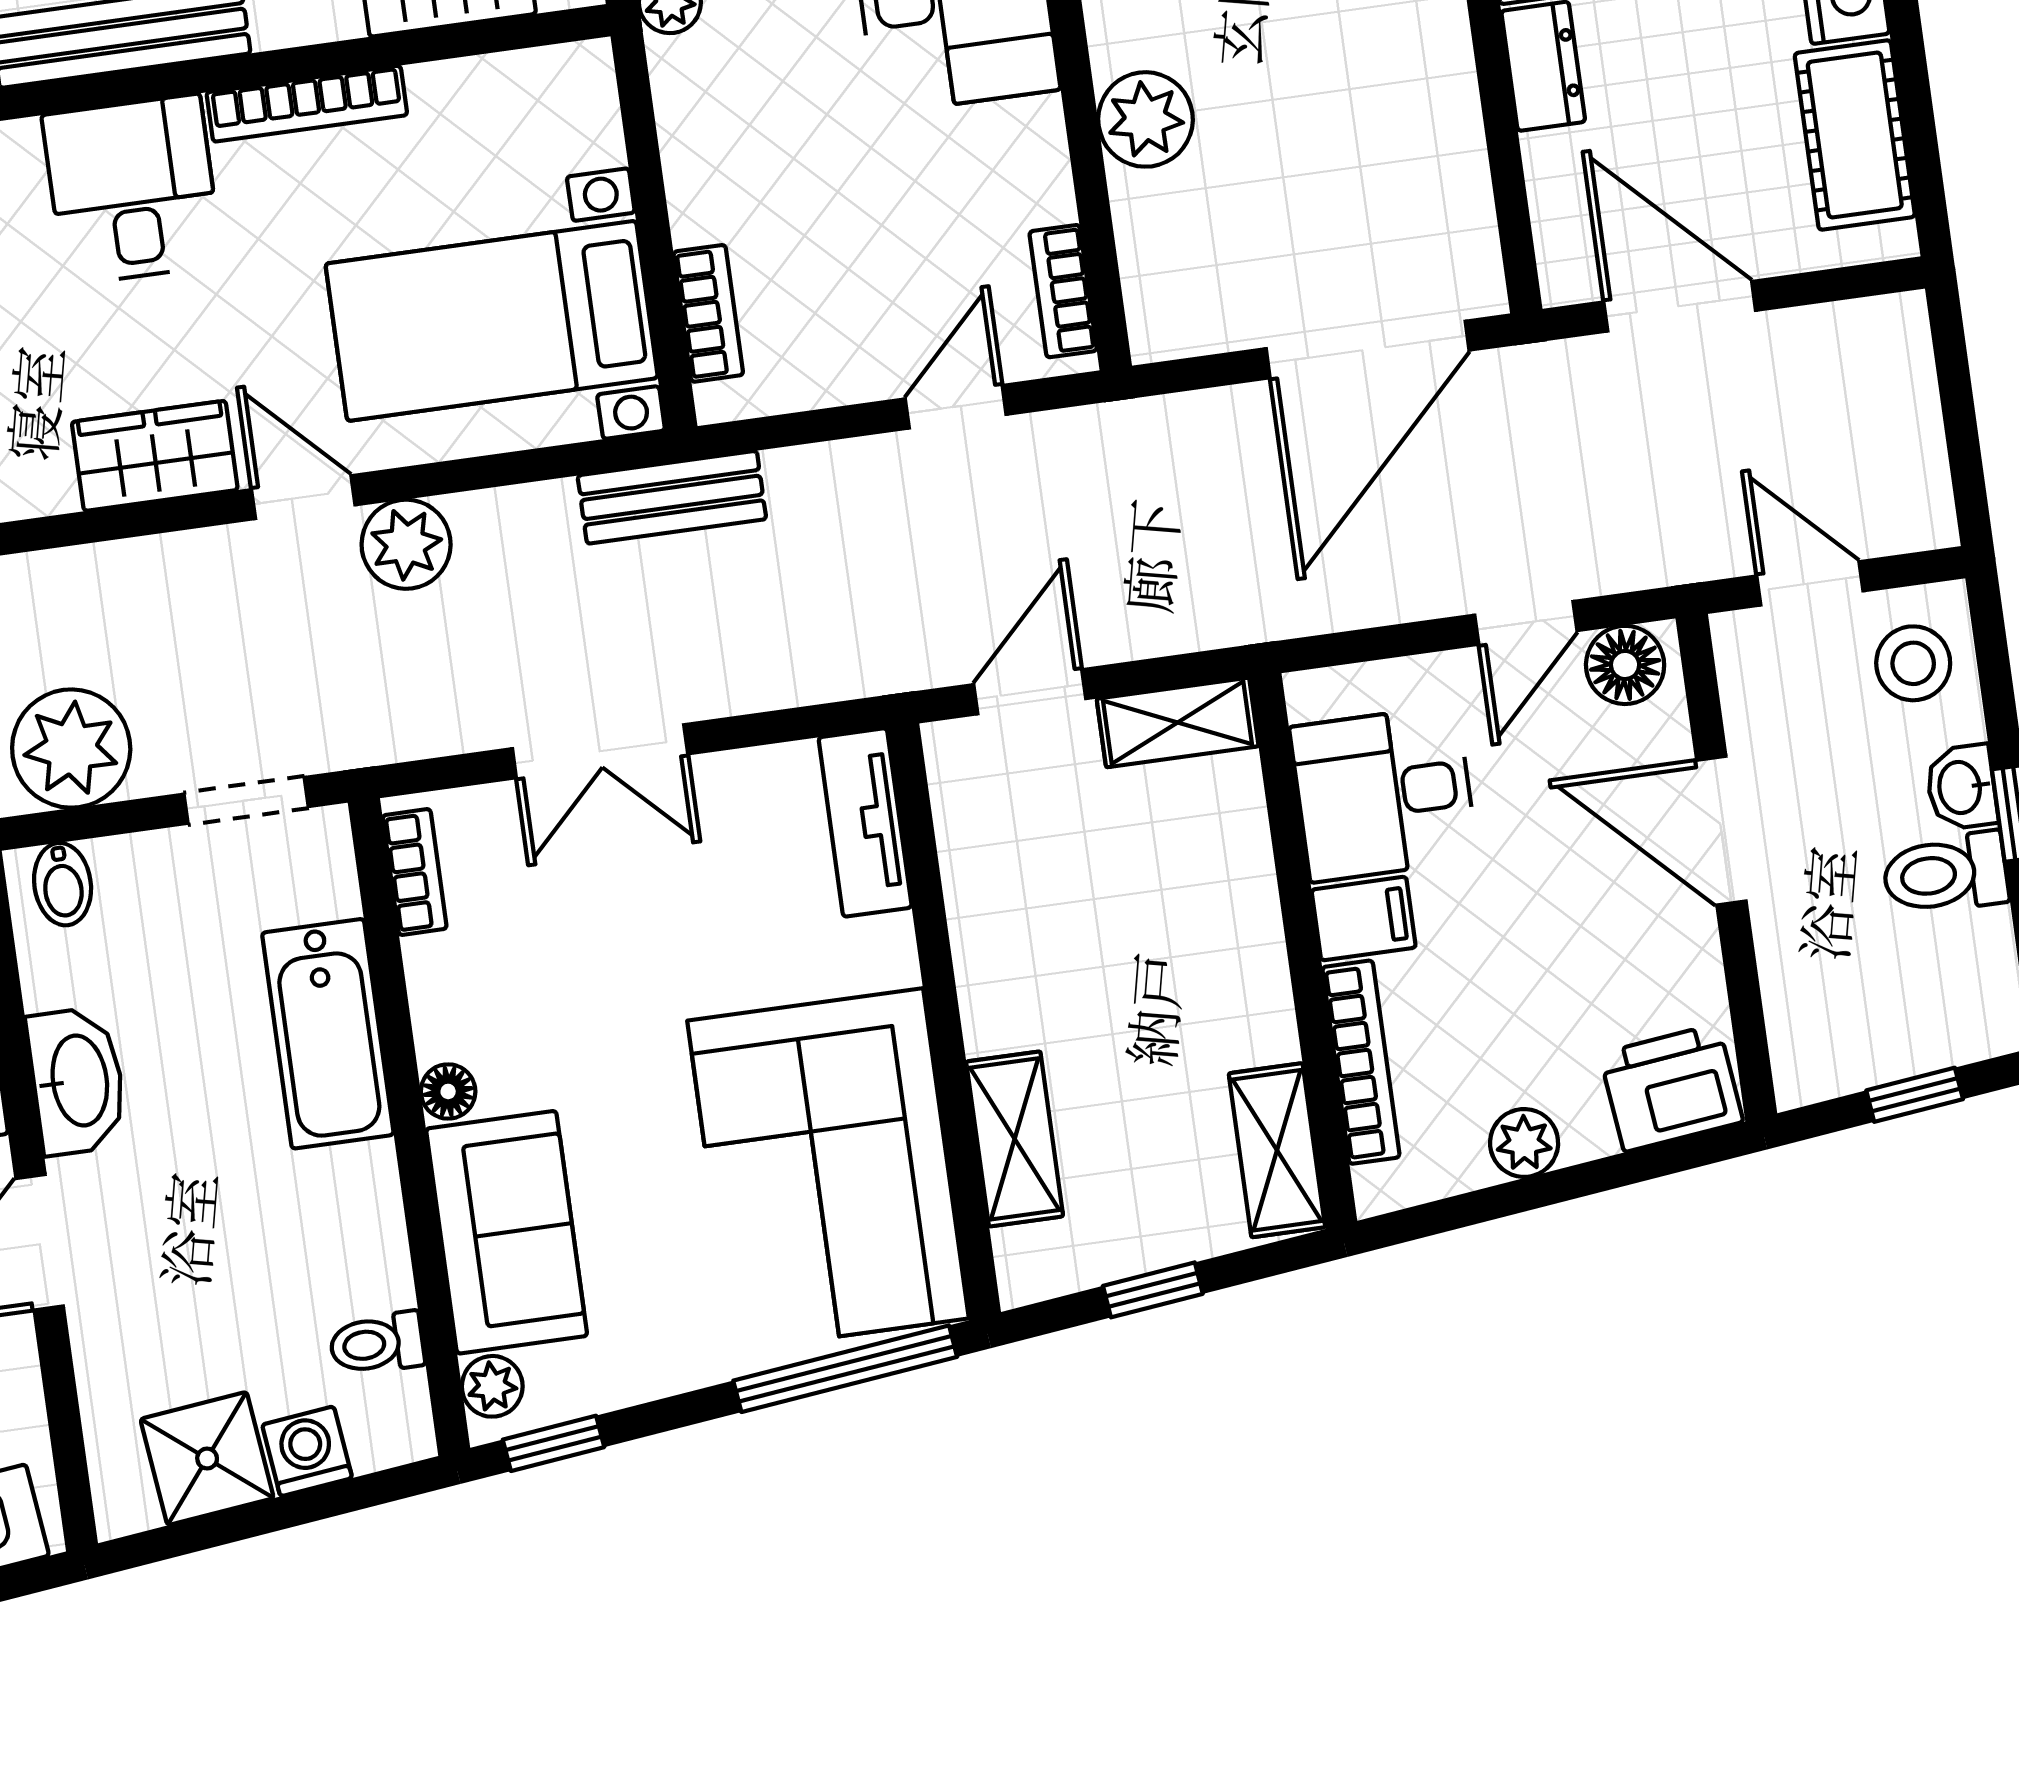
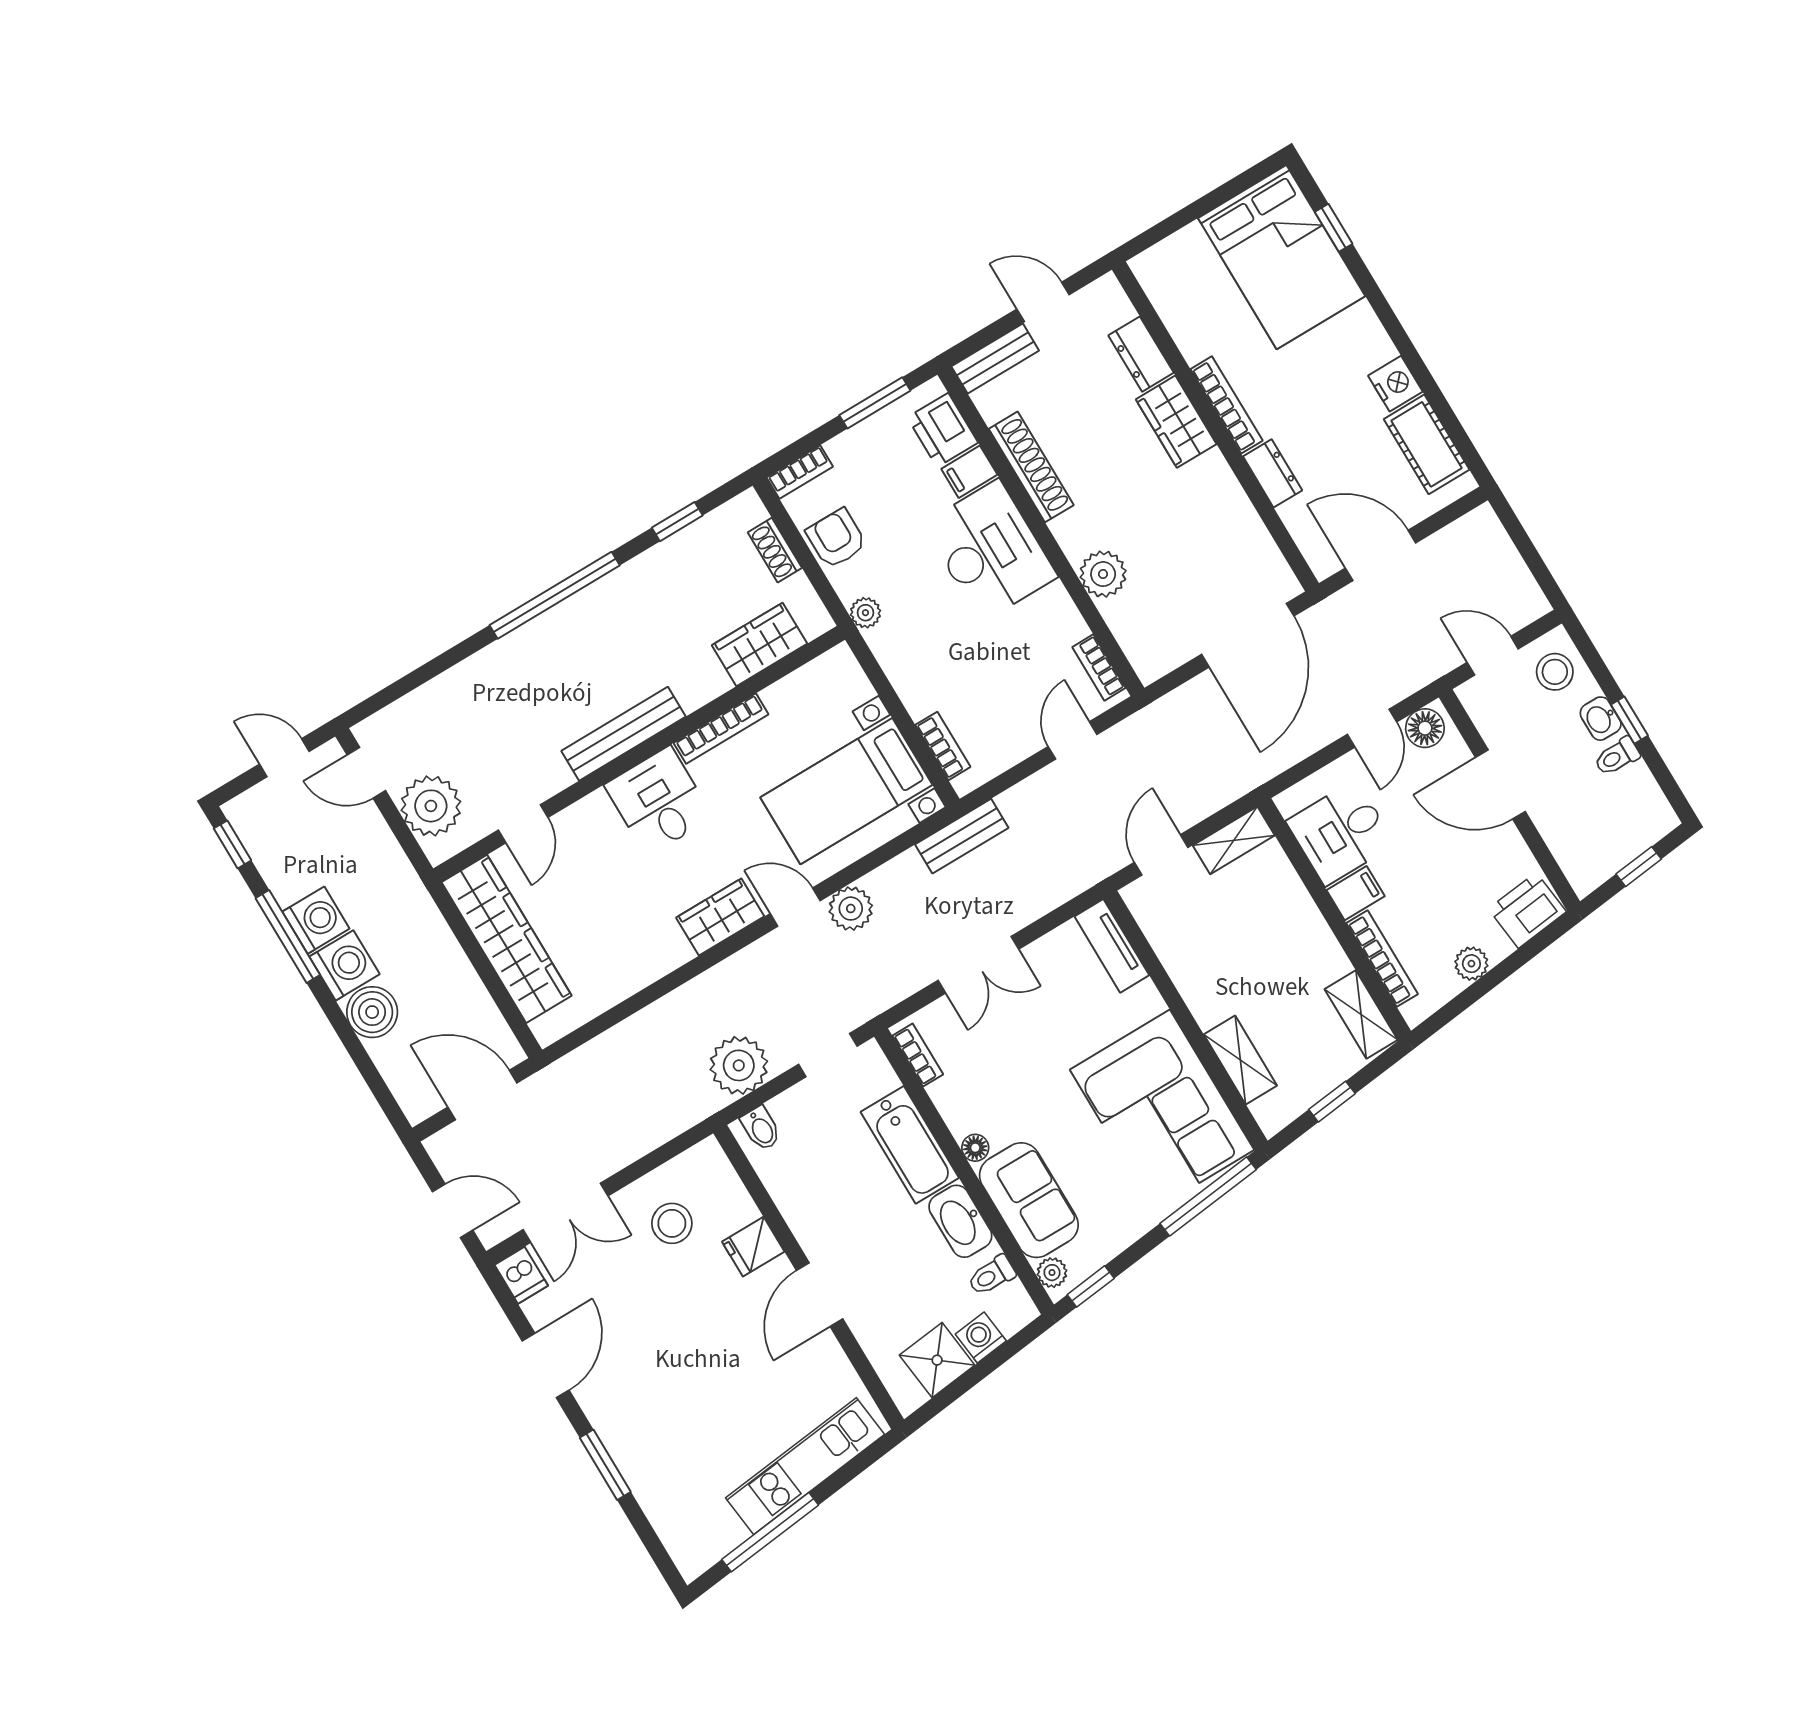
toilet: (1945, 874) -> (1617, 756), width x0.73, depth x0.72
washbasin: (77, 1081) -> (960, 1221), moved, turned 180

